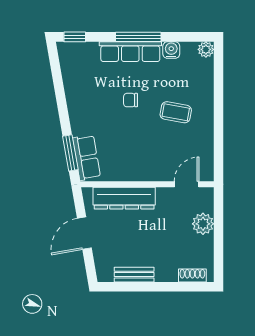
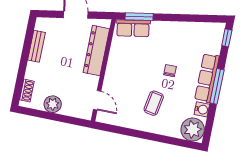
plant: (206, 49) -> (193, 129), width x1.88, depth x1.88
plant: (203, 224) -> (53, 104), moved

